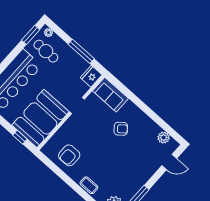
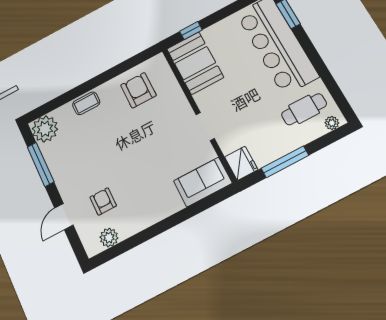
window: (31, 35) -> (337, 95), removed
booth: (40, 118) -> (195, 63), width x0.73, depth x0.70
armchair: (121, 129) -> (103, 201), moved, turned 129
door: (169, 162) -> (64, 217), moved

